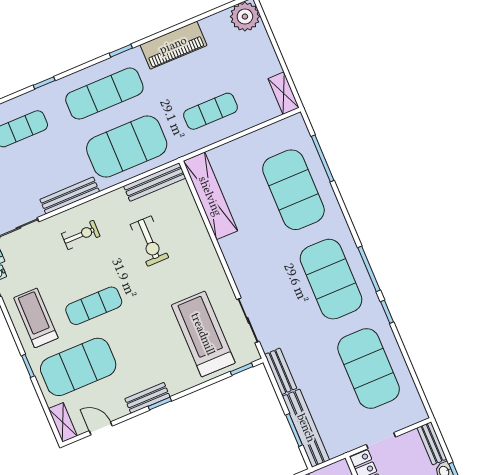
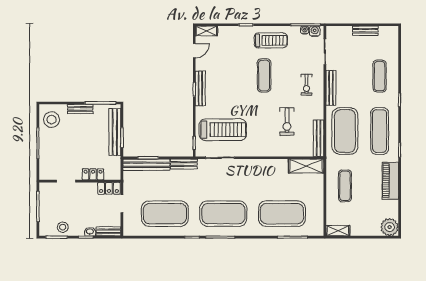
shelving: (210, 196) -> (306, 166), width x0.68
exercise bike: (149, 241) -> (287, 121), turned -90
exercise mat: (78, 367) -> (234, 52), removed
bench: (147, 398) -> (200, 88), width x1.36

